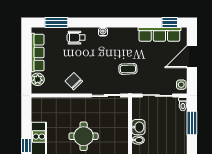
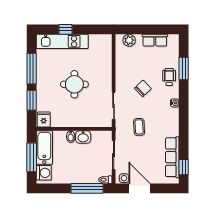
window: (56, 23) -> (184, 68), moved
row of seats: (38, 53) -> (155, 40), width x0.68
door: (192, 57) -> (139, 188), moved
chair: (74, 81) -> (143, 88), moved
window: (192, 123) -> (87, 188), width x1.44

